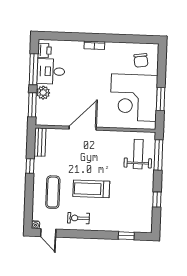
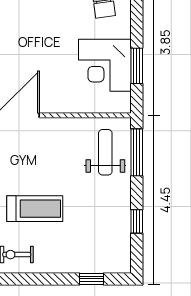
corner desk: (134, 98) -> (105, 65), width x0.74, depth x0.74
treadmill: (91, 189) -> (35, 209), turned 180

